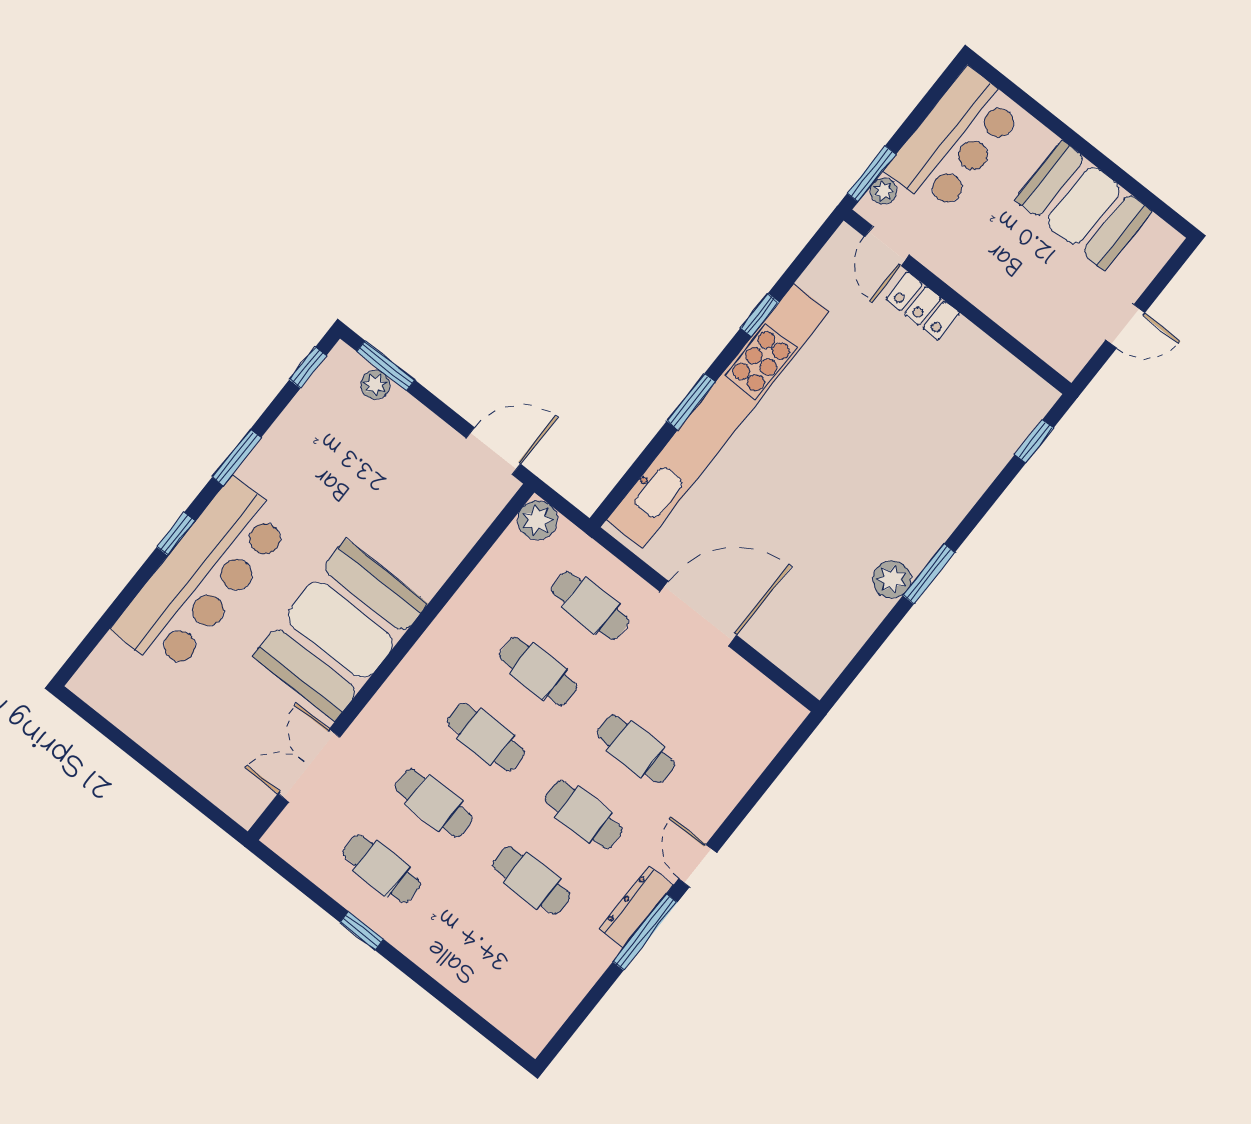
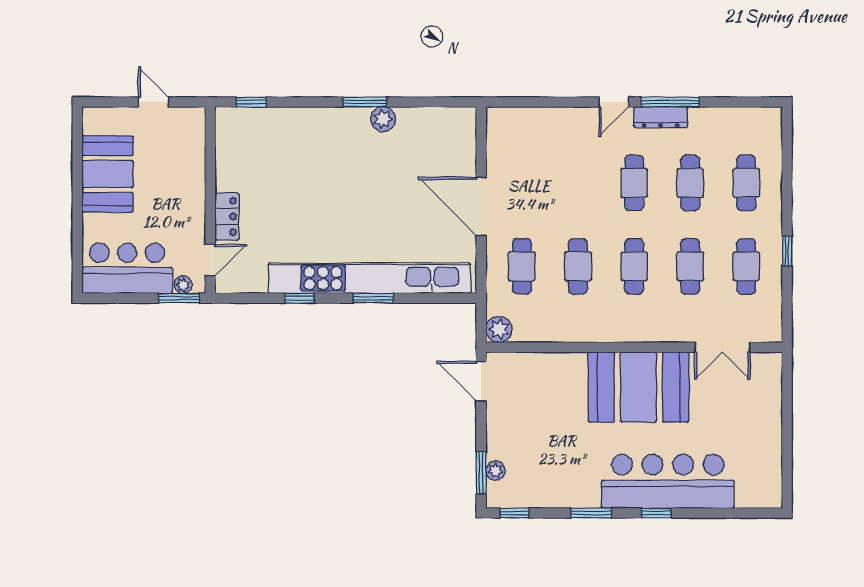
cafe table: (636, 749) -> (746, 183), moved

